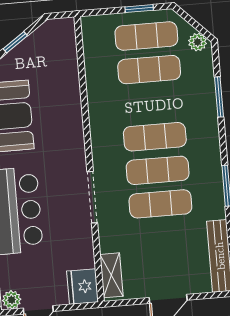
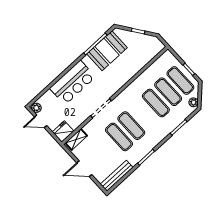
exercise mat: (155, 137) -> (156, 103), moved

